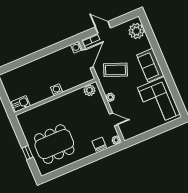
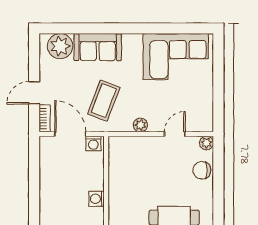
washing machine: (77, 47) -> (93, 143), moved
sofa: (150, 65) -> (98, 47), moved
plant: (89, 90) -> (117, 151), removed

